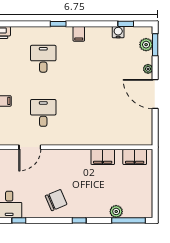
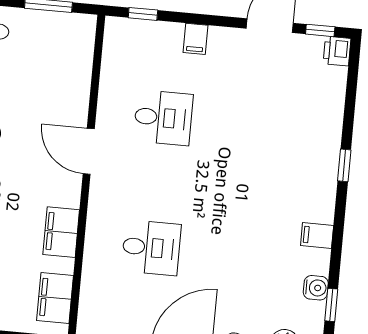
filing cabinet: (79, 34) -> (317, 235), moved
desk: (43, 59) -> (151, 248), moved
door: (30, 147) -> (89, 151), moved

